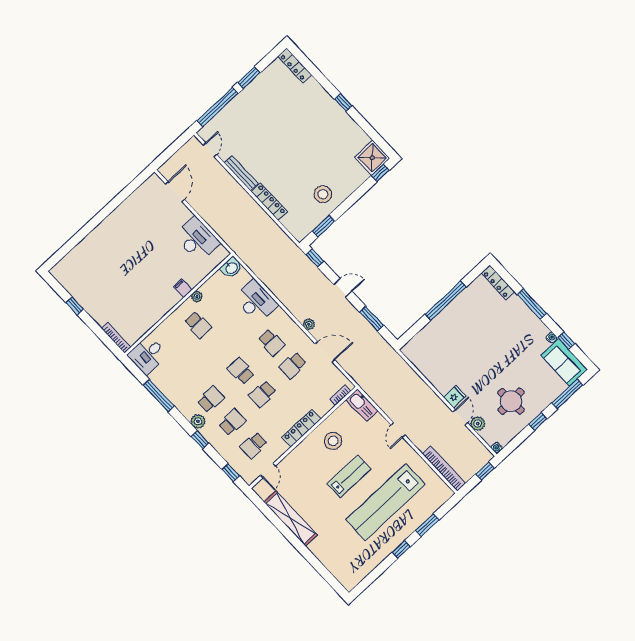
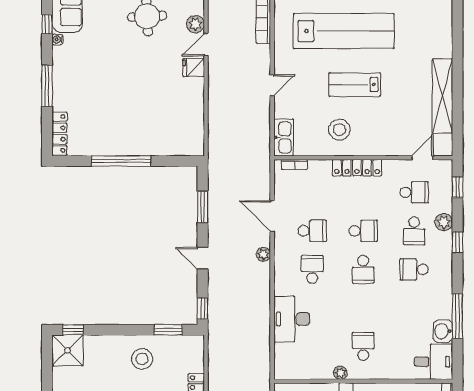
washbasin: (231, 268) -> (443, 331), moved, turned -90
plant: (198, 421) -> (444, 222), moved
school desk: (232, 422) -> (414, 231), turned -90

